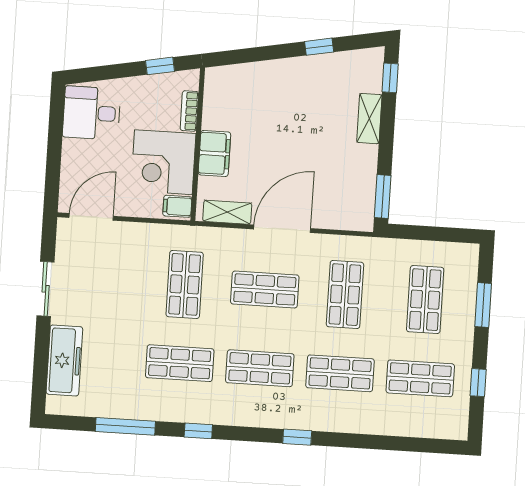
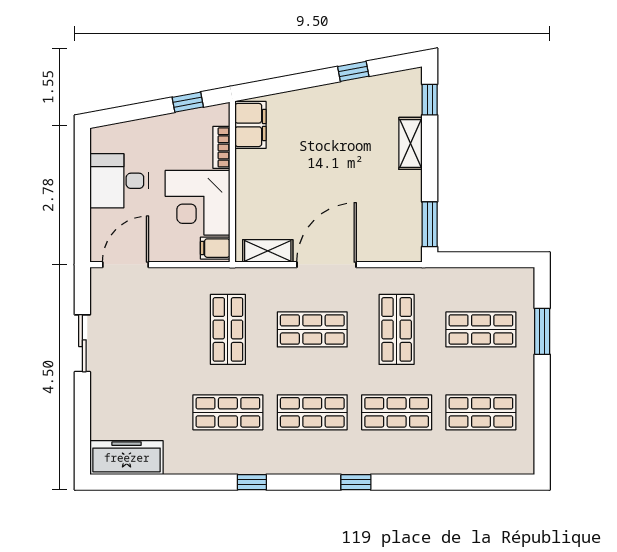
desk: (92, 113) -> (119, 181), moved
filing cabinet: (214, 153) -> (250, 125), moved
shop shelf: (425, 300) -> (481, 329), turned 90
freezer: (64, 360) -> (127, 458), moved, turned -90
window: (478, 383) -> (542, 413), removed
window: (125, 426) -> (175, 482), removed

